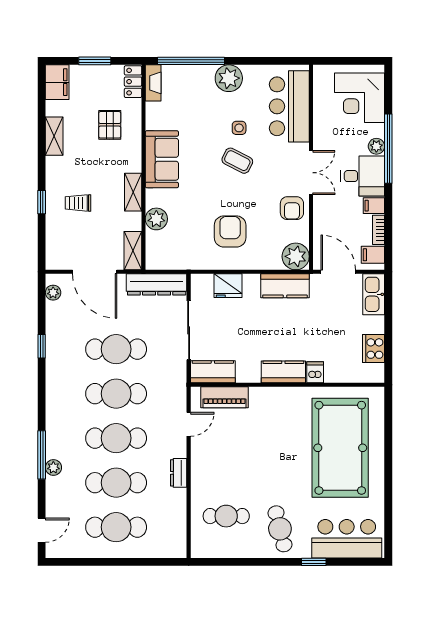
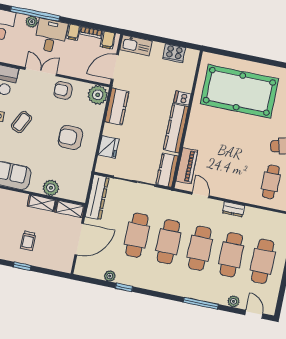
shelving: (133, 192) -> (42, 203), moved
armchair: (292, 208) -> (63, 90), turned 180
plant: (53, 293) -> (110, 276), moved
kitchen counter: (283, 372) -> (176, 128), width x1.50
plant: (53, 468) -> (234, 301), moved

